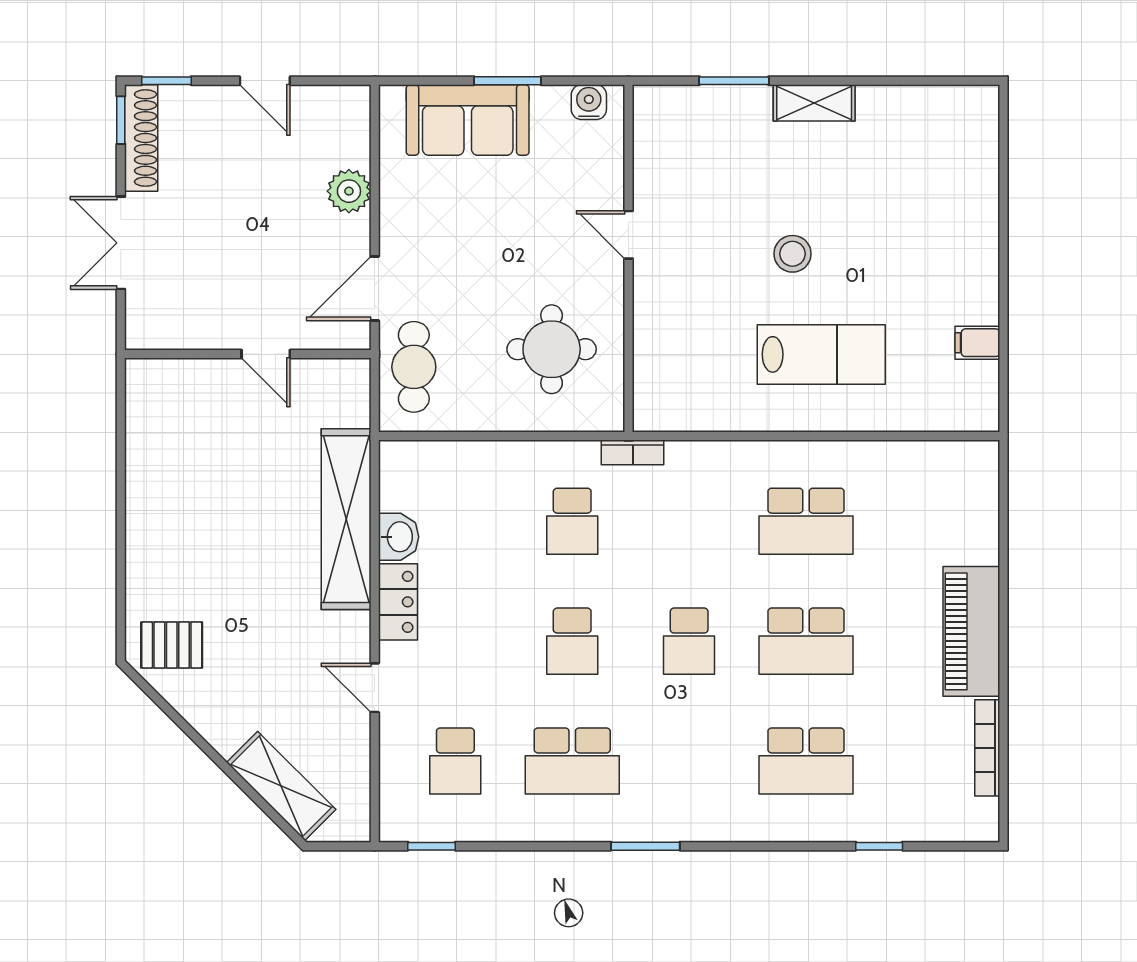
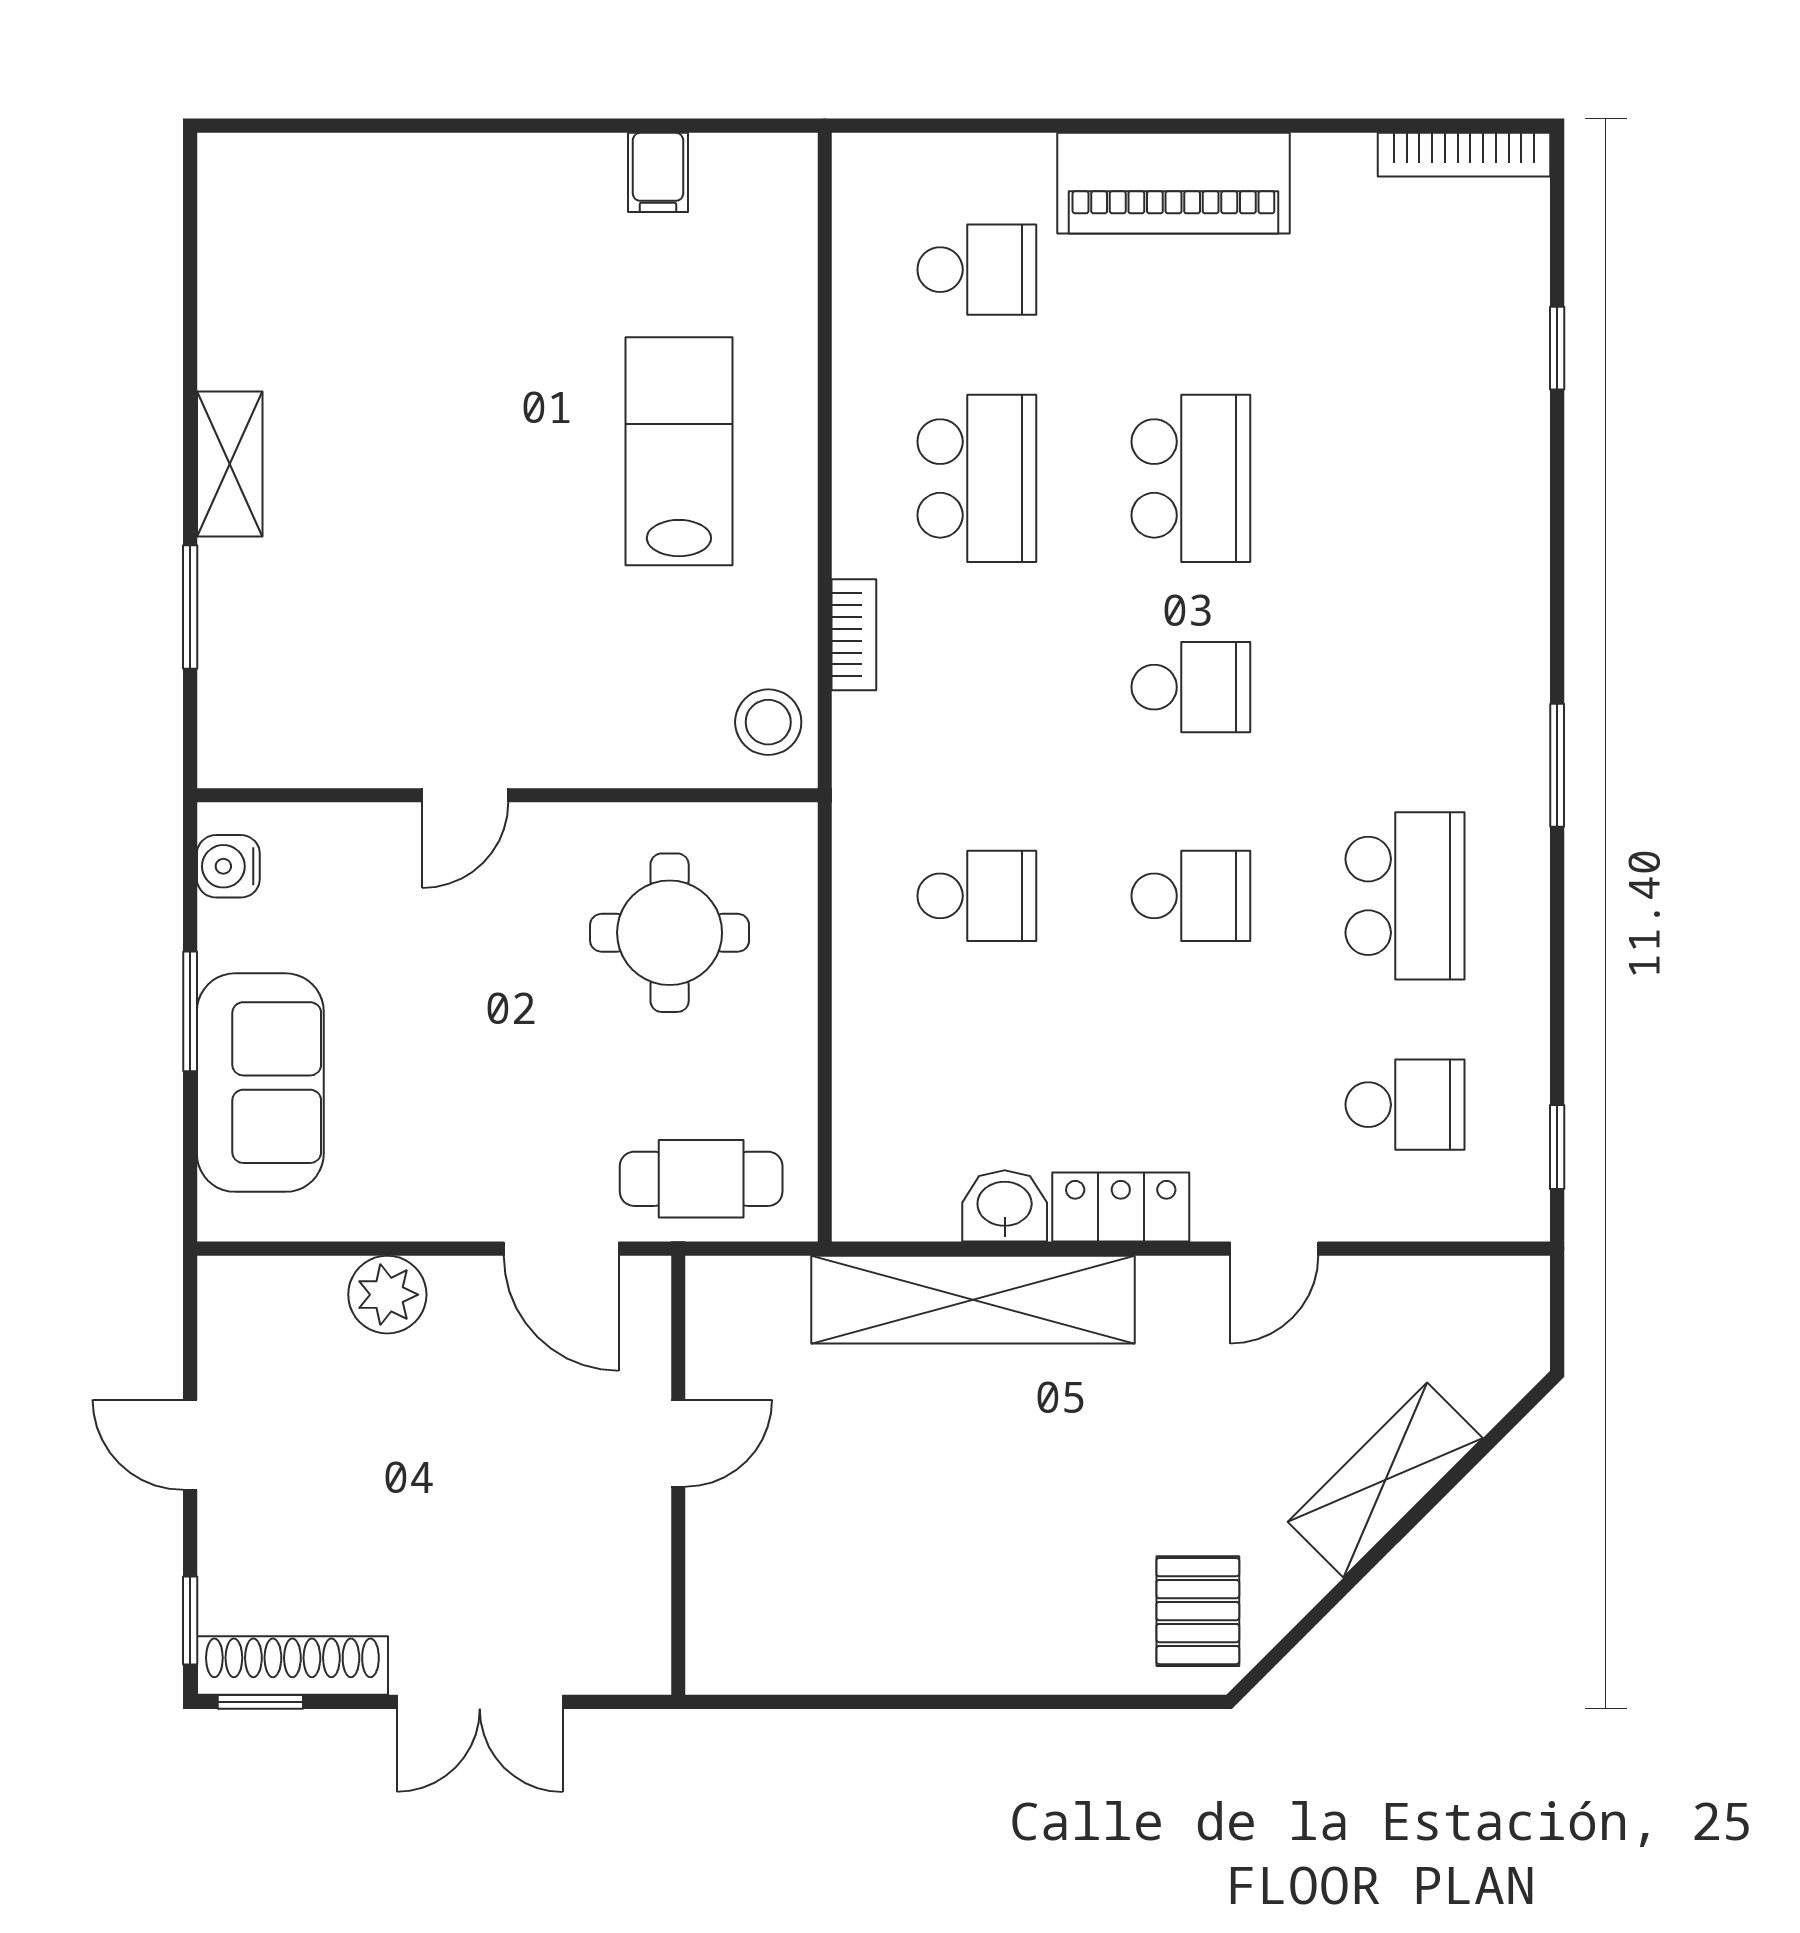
door: (265, 81) -> (190, 1445), swing flipped
stool: (792, 254) -> (768, 722), moved
bookcase: (633, 452) -> (854, 635), moved
bookcase: (987, 748) -> (1464, 155), moved
school desk: (806, 761) -> (977, 270), moved, width x0.54
shelving: (281, 786) -> (1385, 1480), moved

